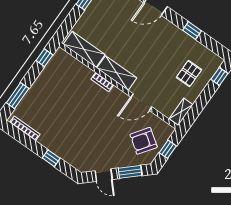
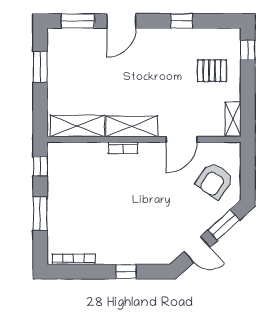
pallet: (189, 74) -> (212, 71), turned 90
window: (18, 96) -> (40, 214), moved
window: (168, 149) -> (248, 171), removed

